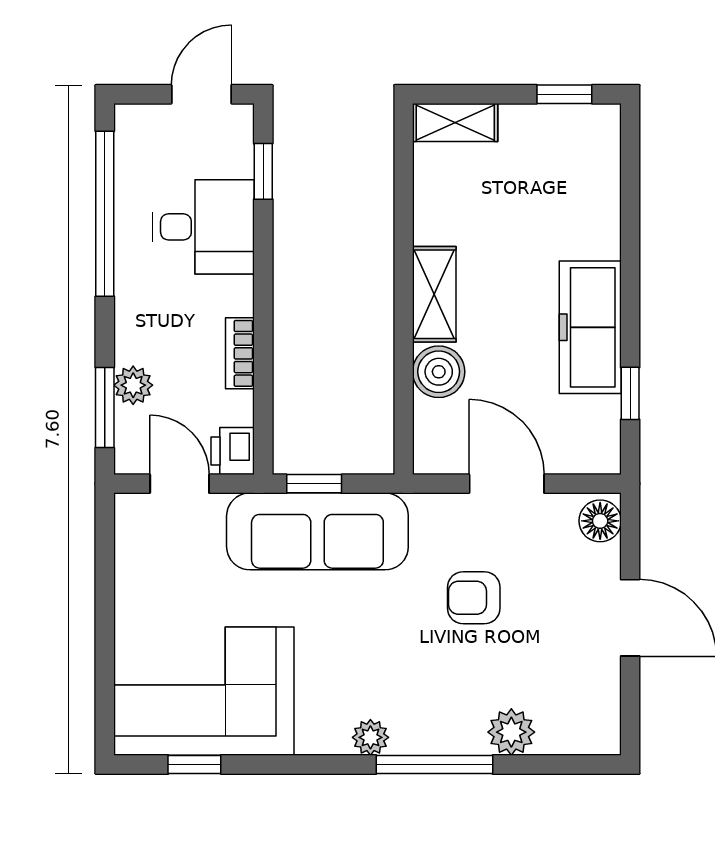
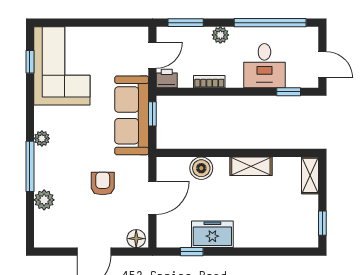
shelving: (434, 294) -> (251, 166), moved
freezer: (590, 327) -> (212, 234), width x0.71
plant: (133, 385) -> (220, 35), moved

